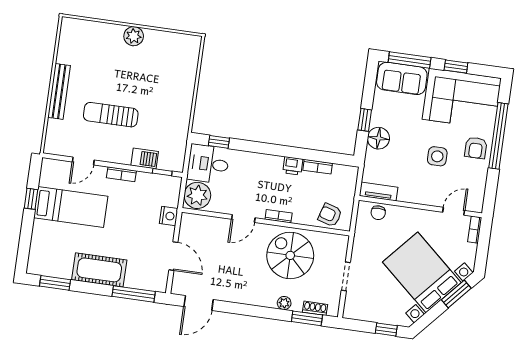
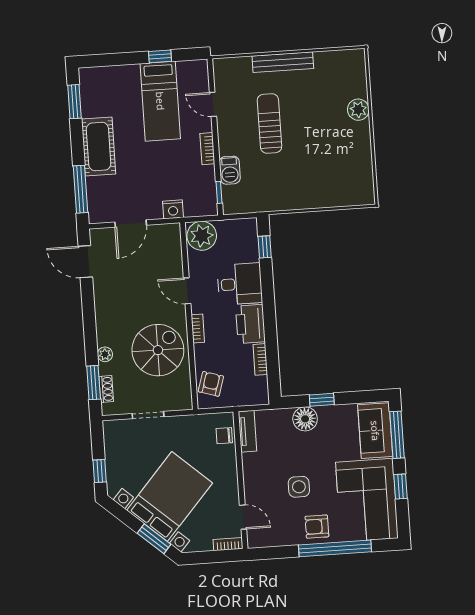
plant: (134, 36) -> (358, 110), moved
desk: (208, 164) -> (240, 284), moved, turned 90
printer: (293, 166) -> (251, 324), width x1.87, depth x1.48

